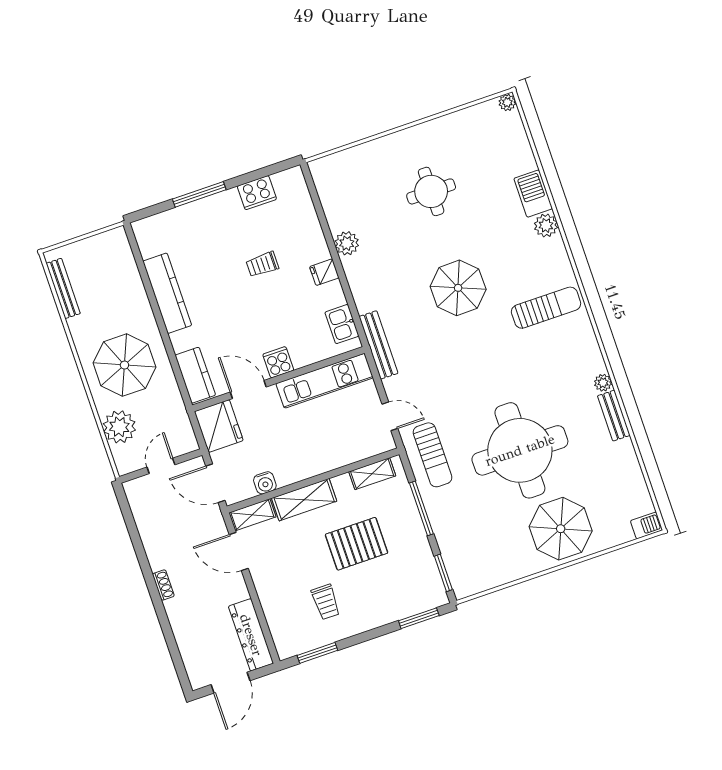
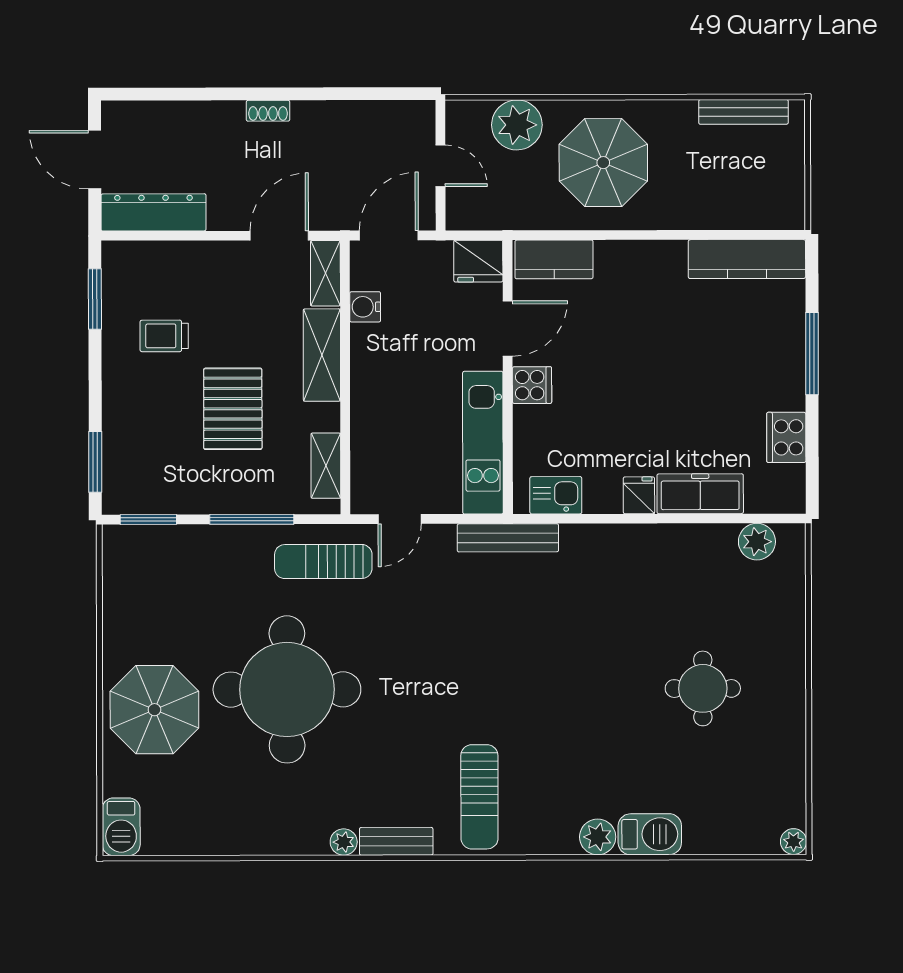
freezer: (310, 234) -> (700, 494), added
plant: (347, 243) -> (757, 542), moved
trolley: (262, 264) -> (681, 410), removed
parasol: (458, 288) -> (551, 680), removed
kitchen counter: (167, 293) -> (747, 259), moved
bench: (614, 416) -> (396, 841), moved
fridge: (219, 426) -> (478, 261), width x0.73, depth x0.75
barbecue: (647, 525) -> (121, 827), width x1.38, depth x1.27

